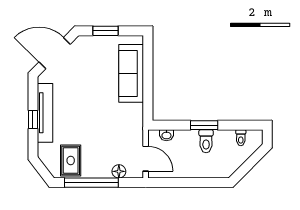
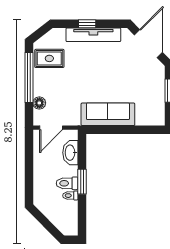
sofa: (131, 73) -> (108, 114), moved
washbasin: (166, 135) -> (70, 153), width x1.91, depth x1.45
toilet: (241, 138) -> (70, 196), moved

